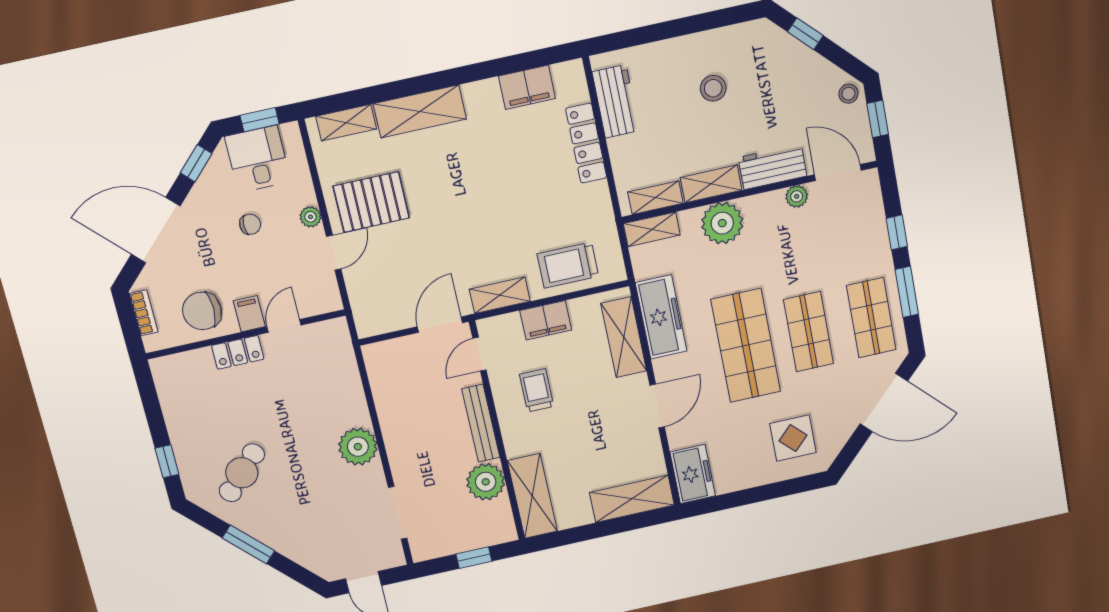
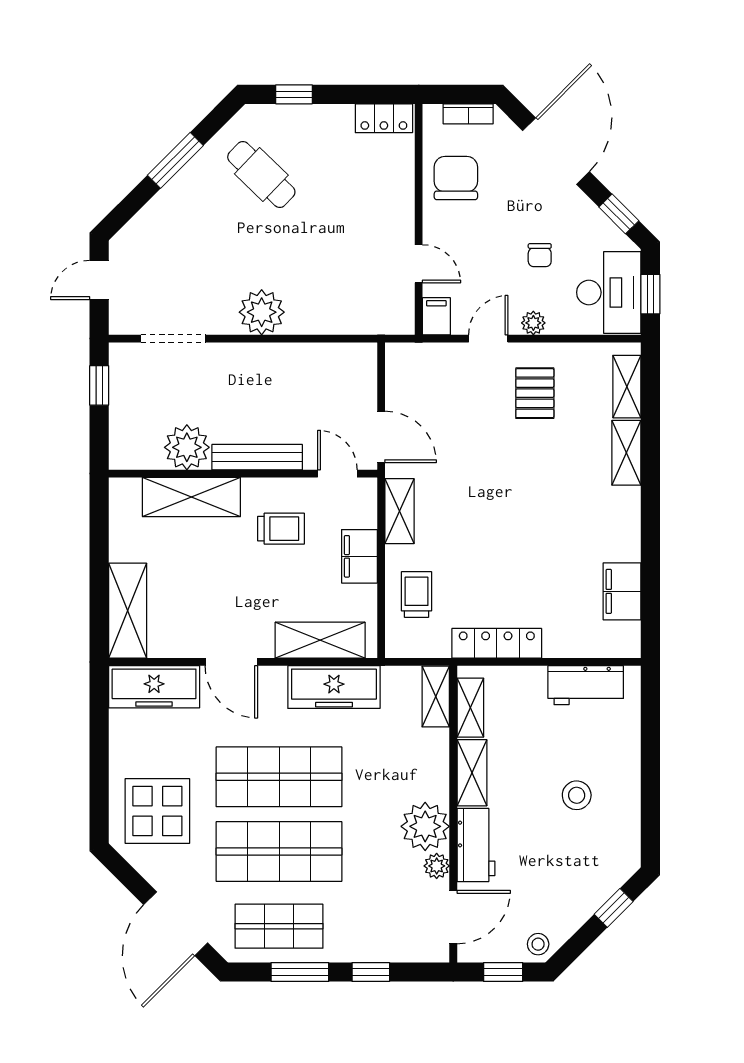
shelving: (420, 111) -> (626, 453), width x0.67, depth x0.75
locker: (586, 143) -> (497, 643), moved
desk: (258, 159) -> (609, 292), width x1.37
pallet: (371, 202) -> (535, 393), width x0.67, depth x0.71
plant: (722, 223) -> (425, 826), moved
door: (334, 253) -> (488, 339), swing flipped
trolley: (568, 265) -> (416, 595), width x0.73, depth x0.72
filing cabinet: (249, 314) -> (436, 316), moved, turned -90
shop shelf: (808, 332) -> (279, 851), width x1.43, depth x1.36
locker: (238, 352) -> (384, 118), moved, turned -90
display table: (793, 438) -> (157, 811), width x1.36, depth x1.36
freezer: (693, 474) -> (154, 687), width x1.40
shelving: (532, 496) -> (191, 497), moved
window: (474, 558) -> (99, 385), moved

